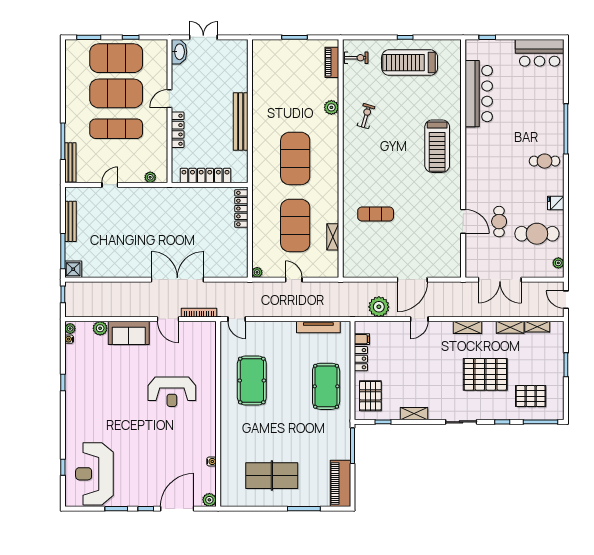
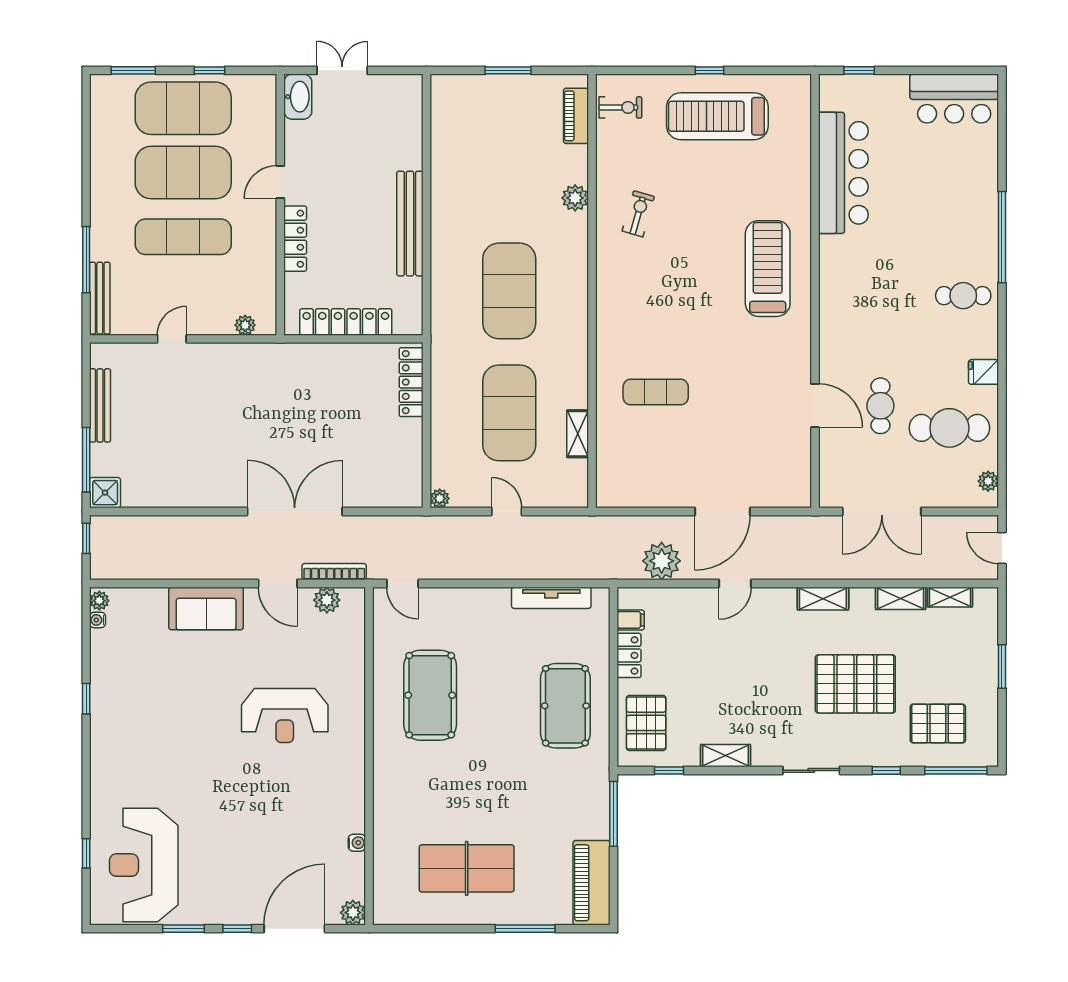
treadmill: (437, 146) -> (768, 269), turned 180
plant: (100, 328) -> (327, 600), moved

